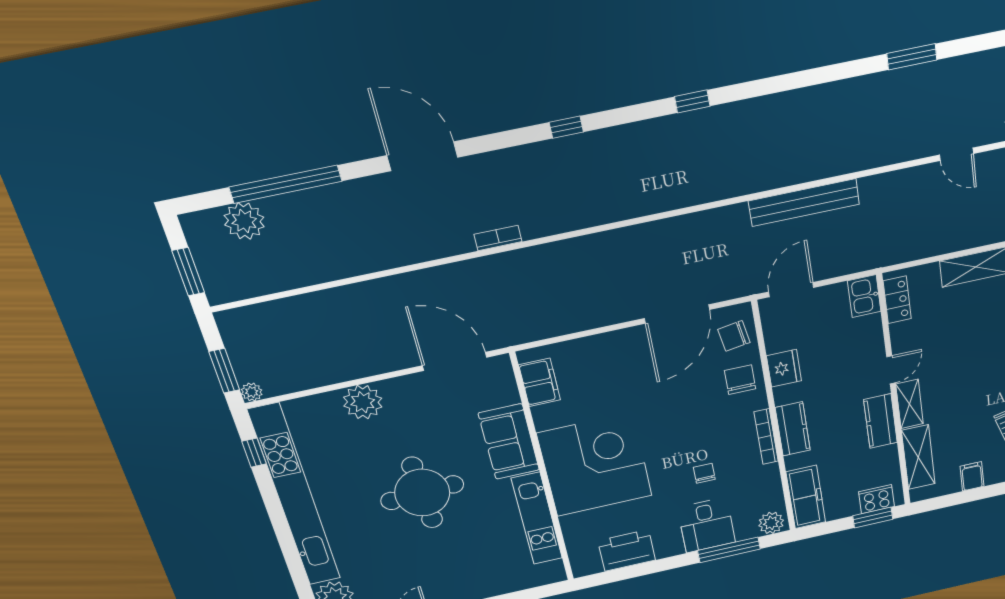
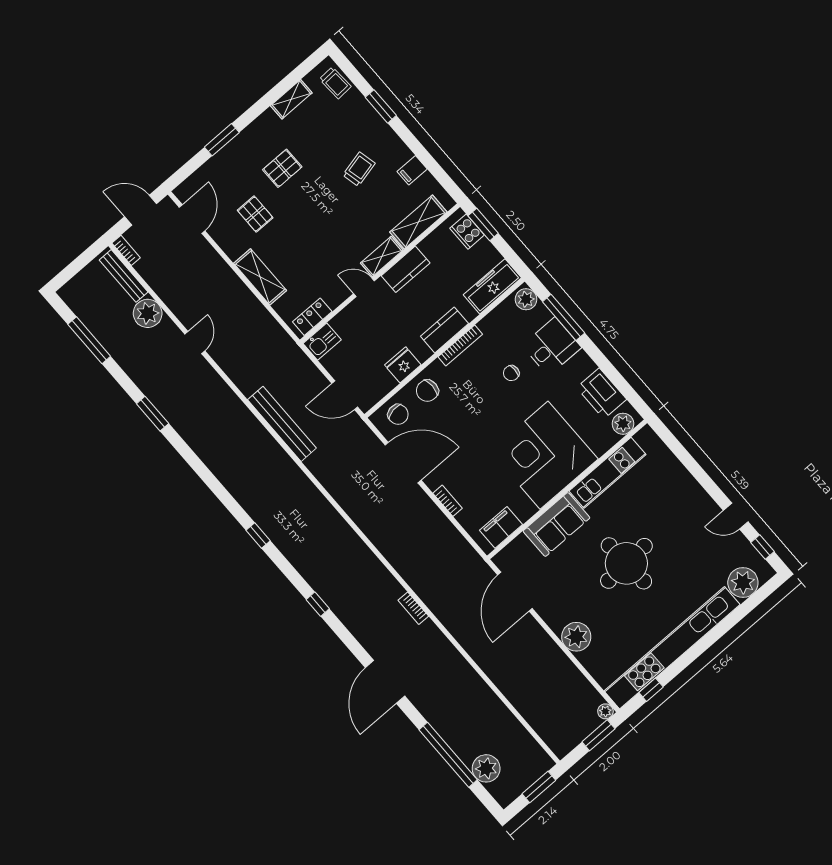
bookcase: (604, 340) -> (447, 501), added
plant: (581, 557) -> (623, 424), added

